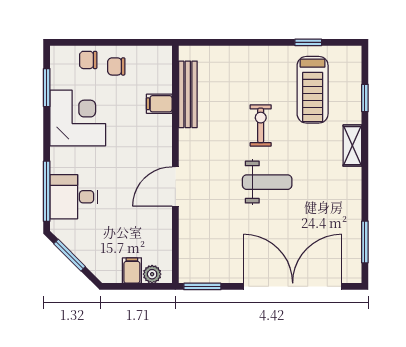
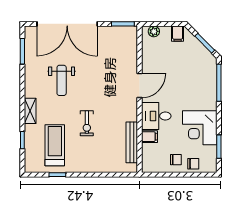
weight bench: (267, 182) -> (62, 80), moved, turned -90
desk: (74, 197) -> (156, 116), moved, turned 180
filing cabinet: (132, 271) -> (178, 34), moved

